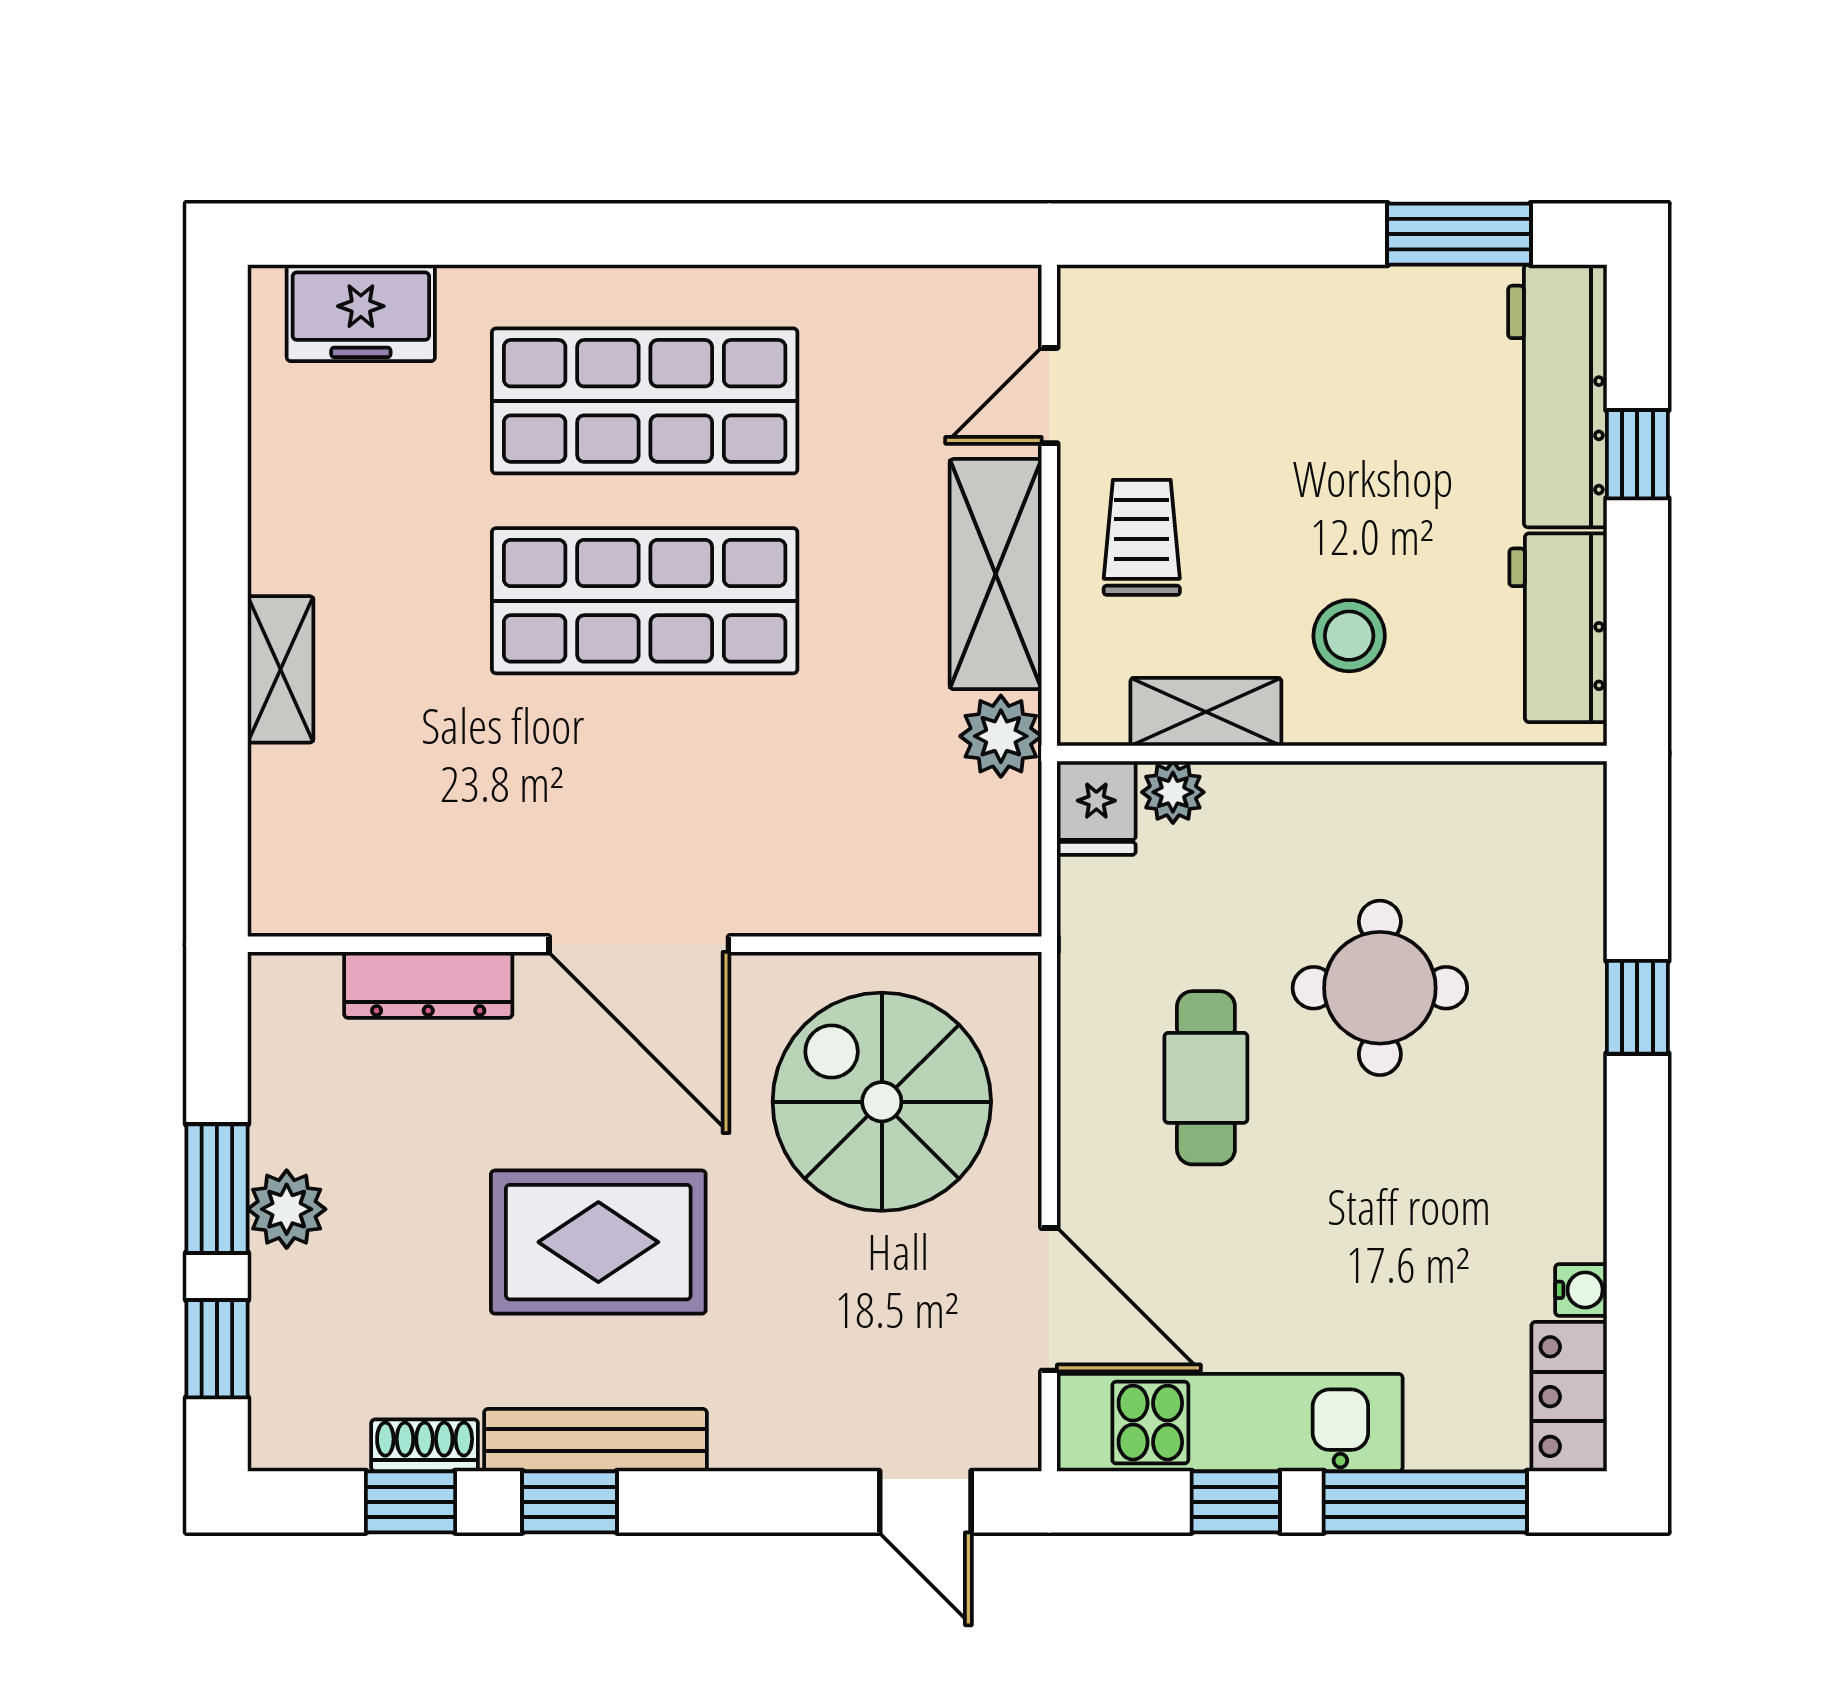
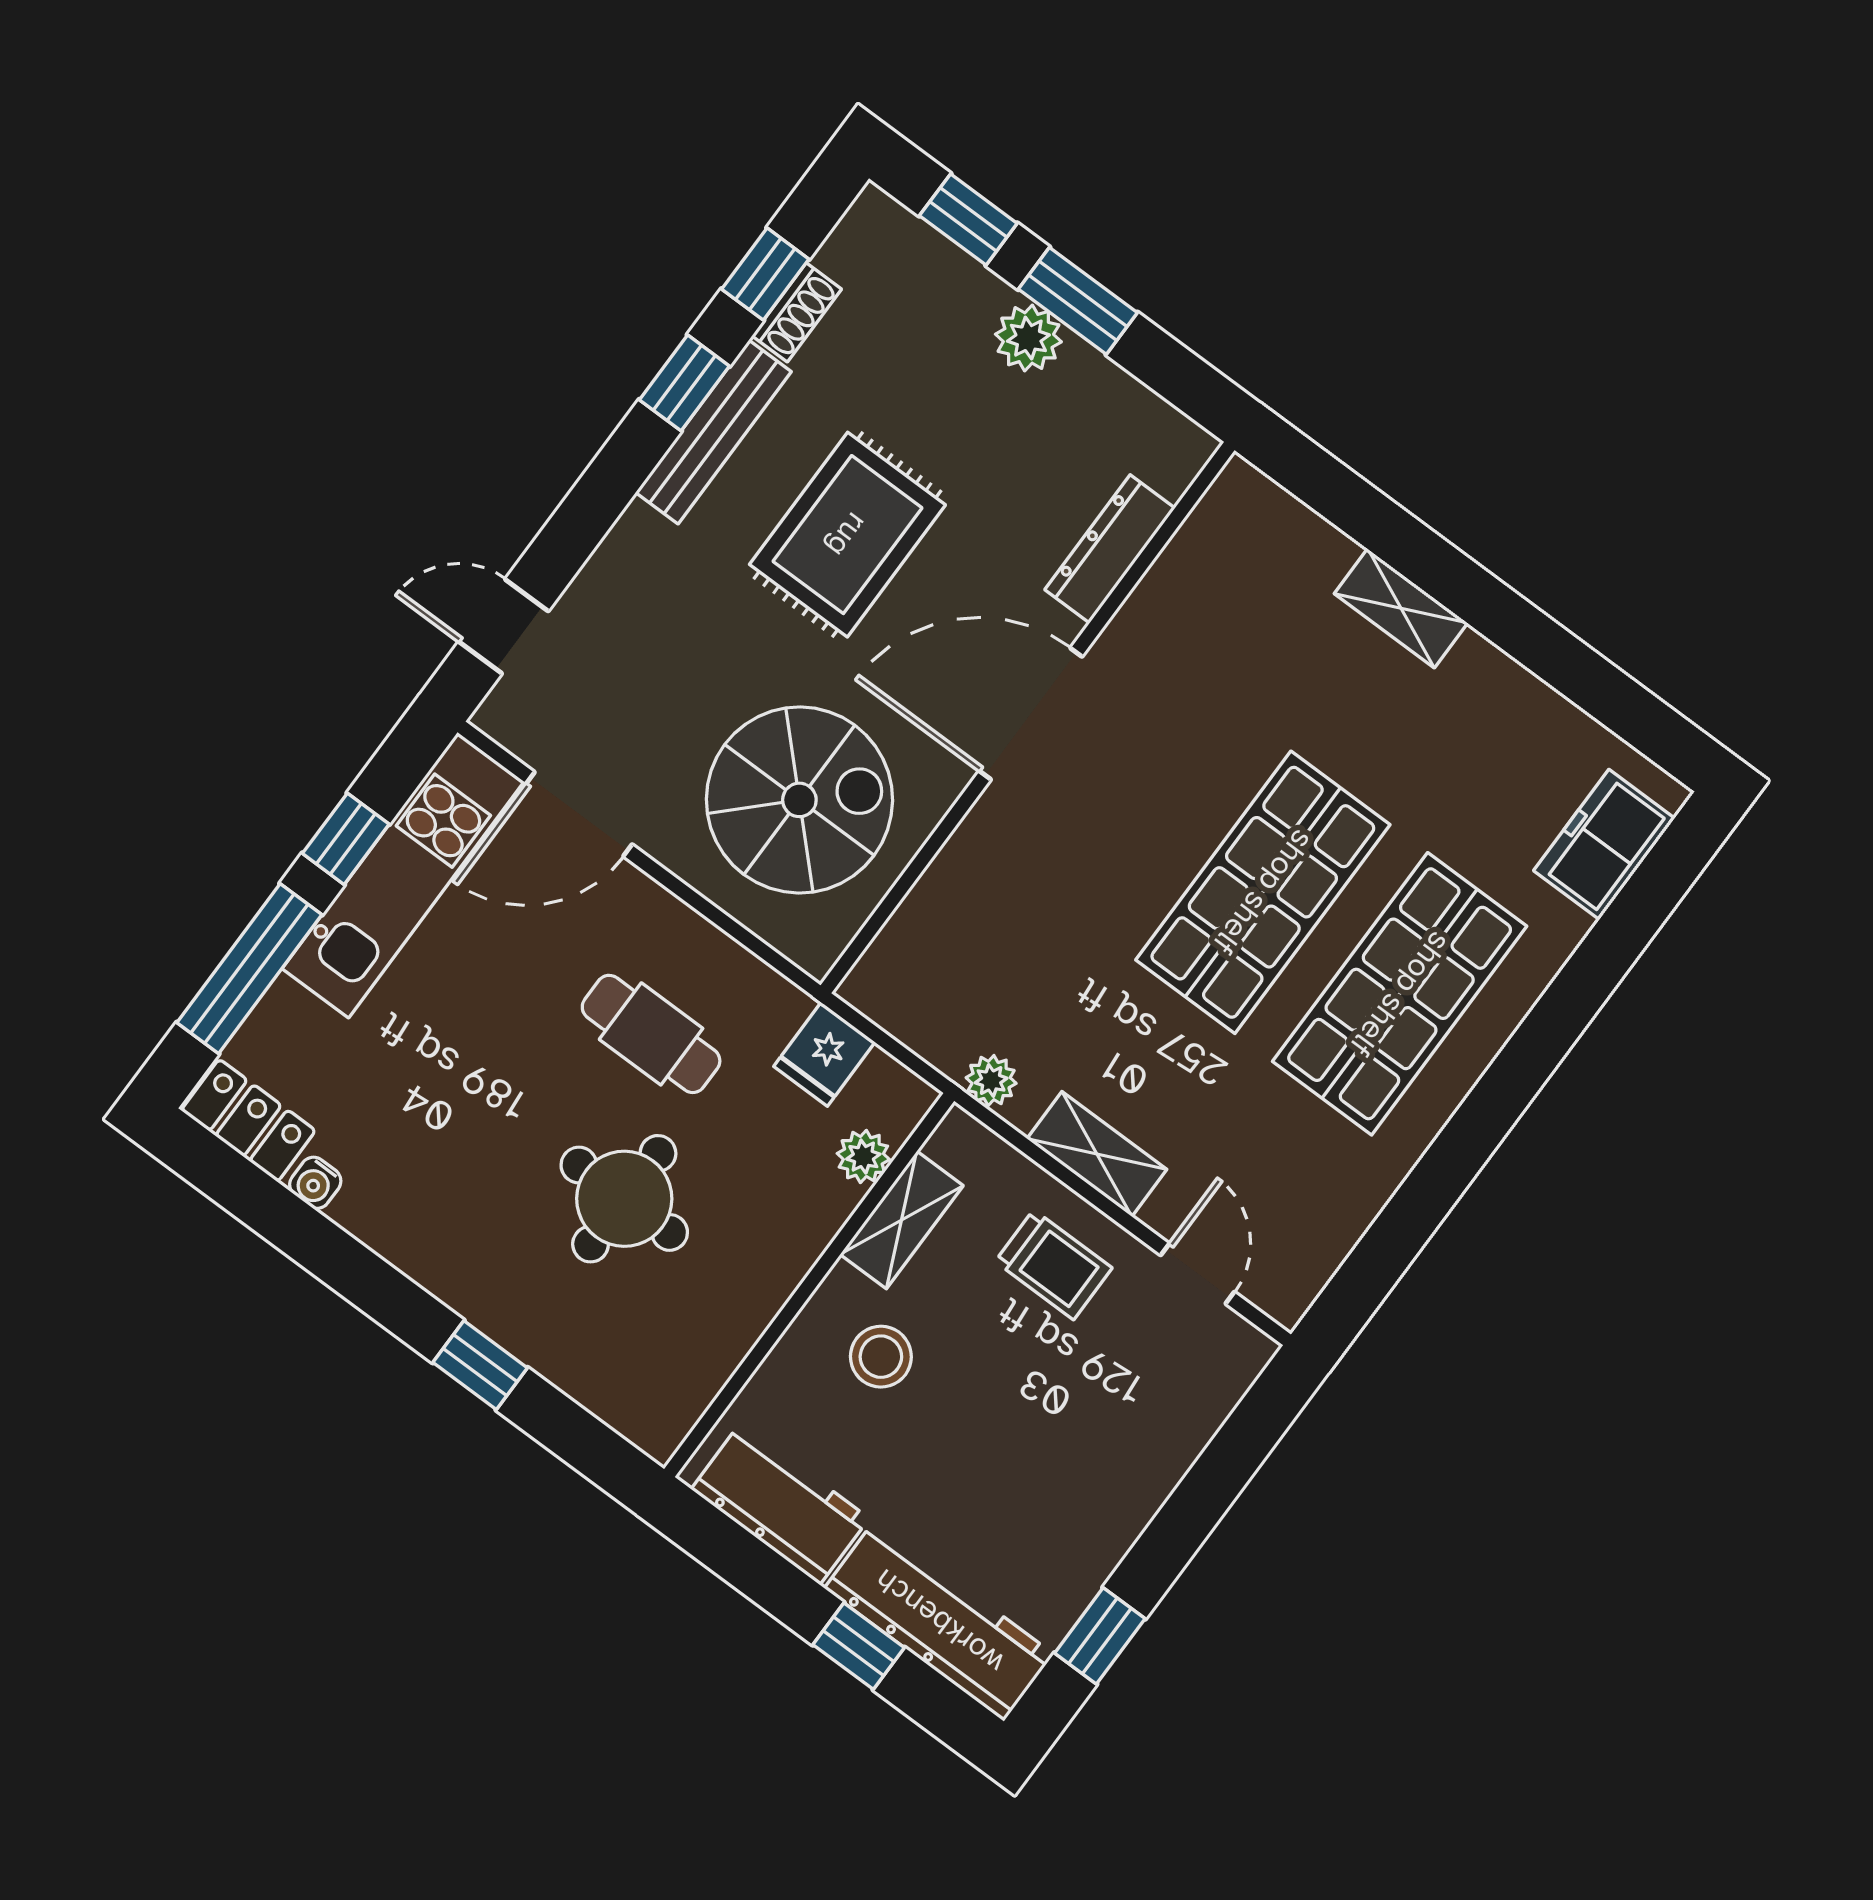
window: (1459, 234) -> (1100, 1636), width x0.67
shelving: (996, 574) -> (1097, 1154), width x0.67, depth x0.75
plant: (1001, 736) -> (991, 1080), width x0.73, depth x0.73
fridge: (1096, 808) -> (824, 1054), moved, turned -90

